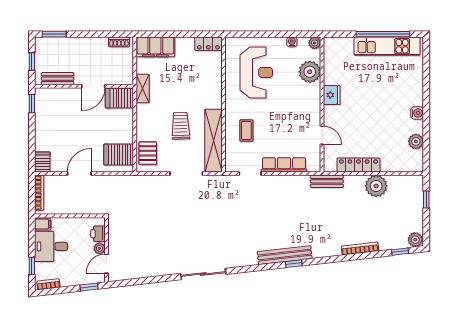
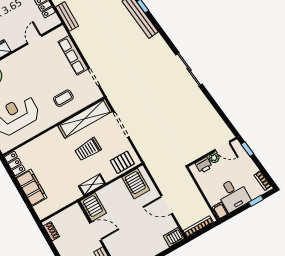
filing cabinet: (155, 47) -> (32, 188), moved
shelving: (143, 89) -> (92, 185), moved

